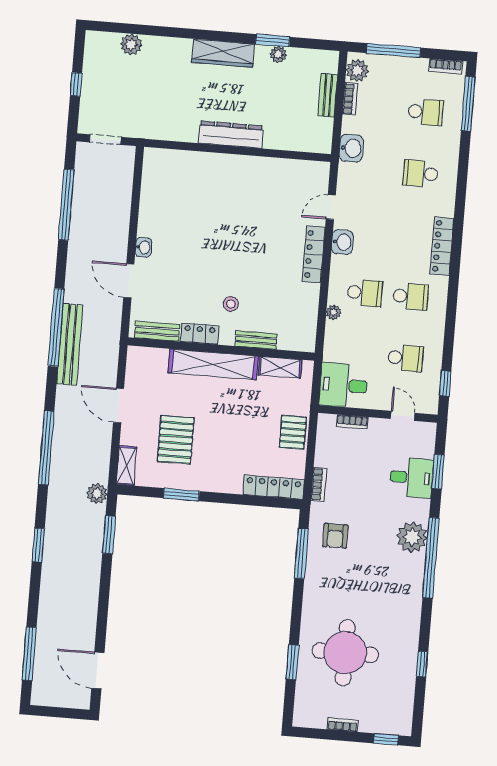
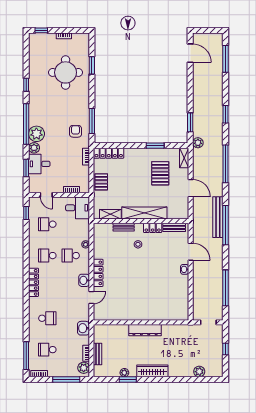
plant: (419, 510) -> (34, 148), added
window: (422, 664) -> (26, 85), moved

